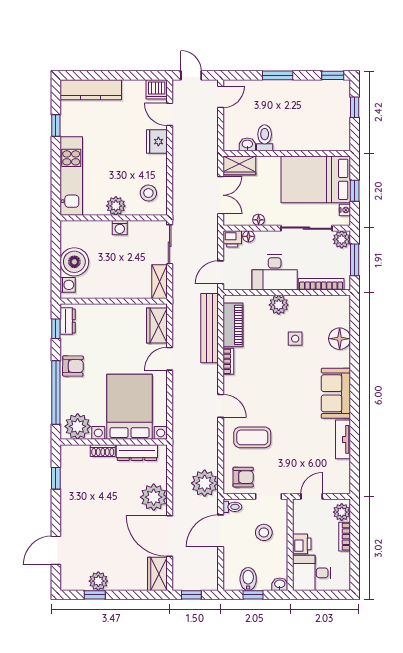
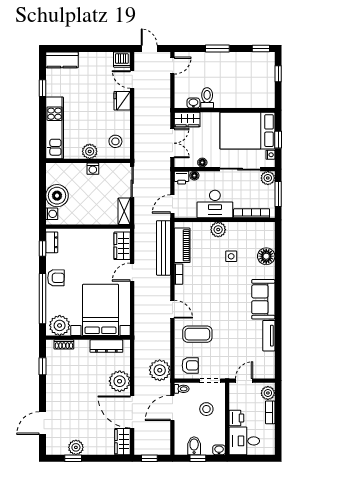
kitchen counter: (91, 90) -> (62, 60), width x0.67
shoe rack: (103, 451) -> (64, 344), moved

